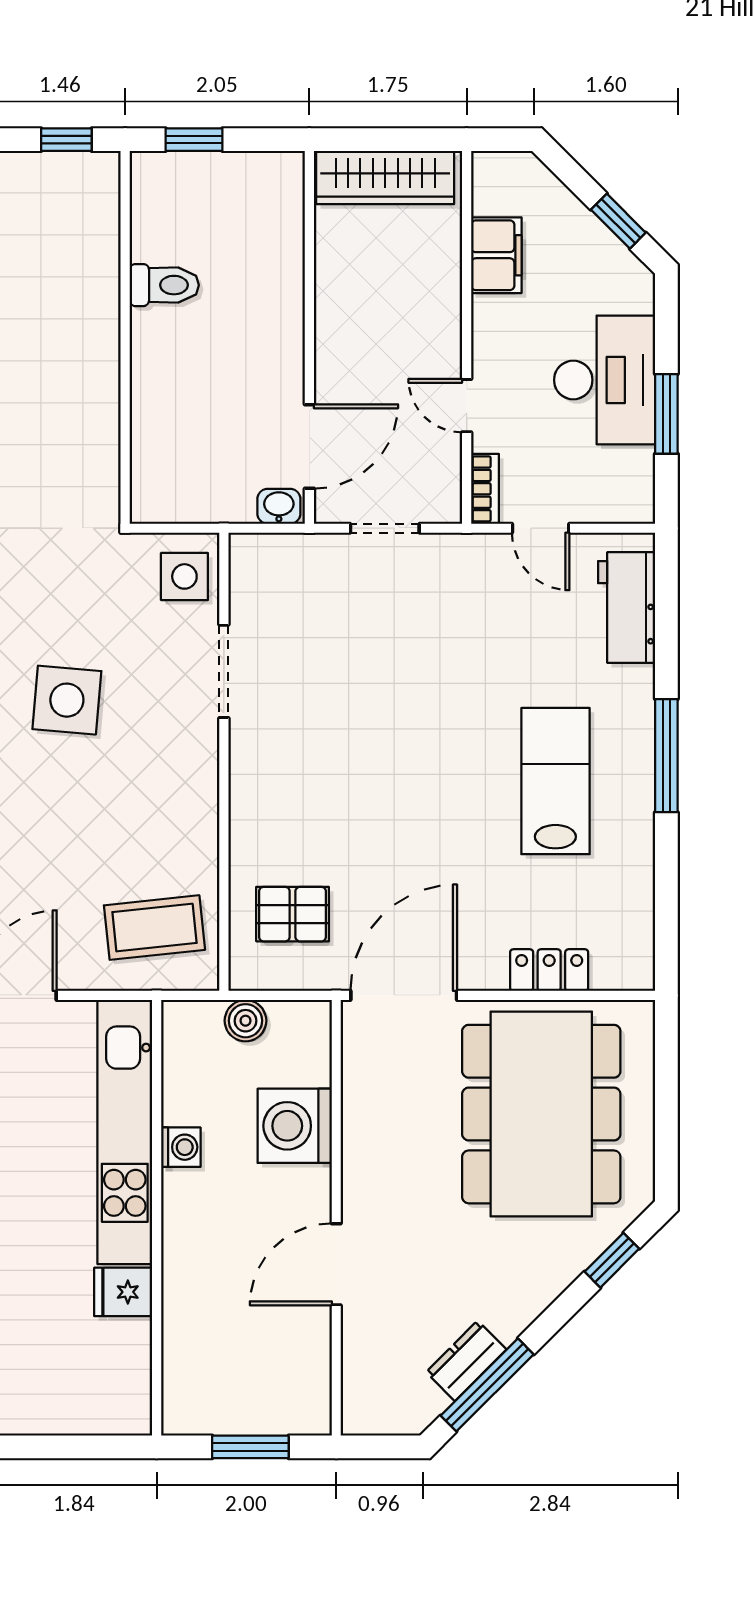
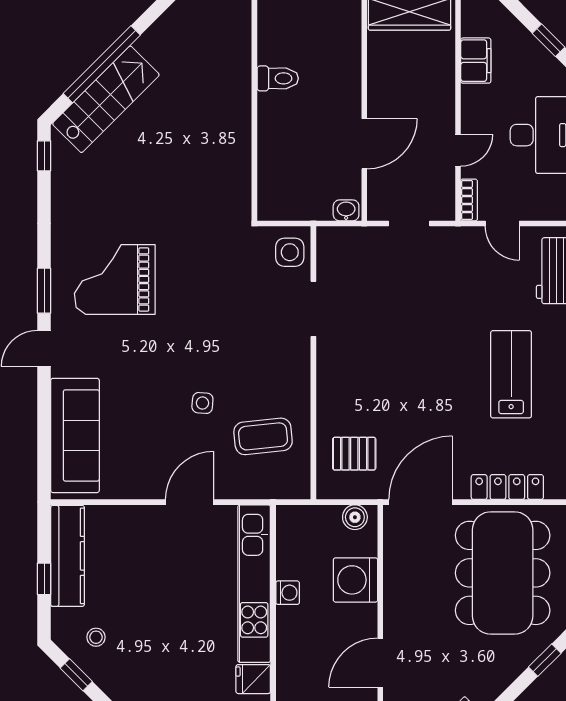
door: (467, 406) -> (458, 150), swing flipped
door: (309, 446) -> (364, 144), moved
side table: (67, 700) -> (202, 403), moved, width x0.54, depth x0.54
coffee table: (154, 928) -> (263, 436), moved
locker: (549, 970) -> (507, 487), width x1.53
boiler: (245, 1021) -> (355, 517), moved

